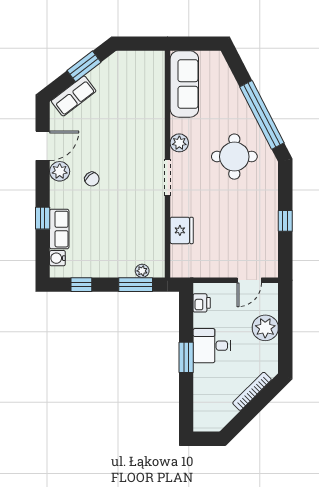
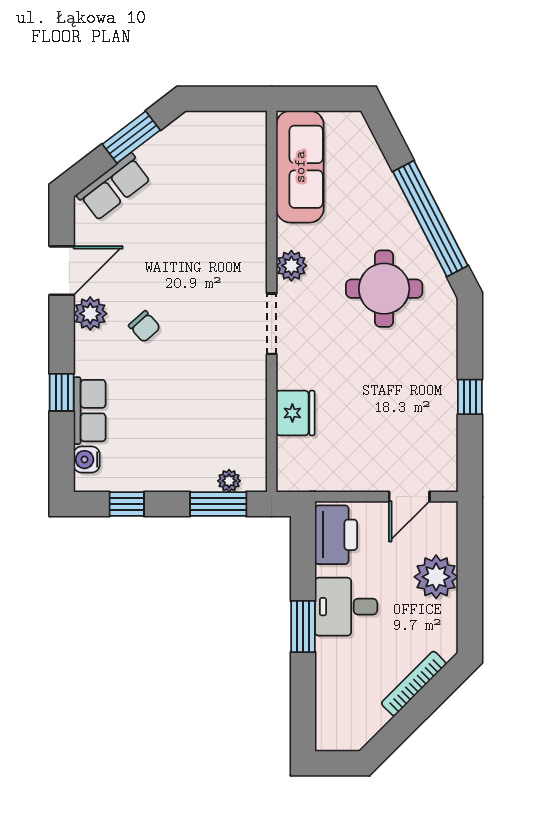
printer: (202, 303) -> (336, 535), width x1.87, depth x1.48

